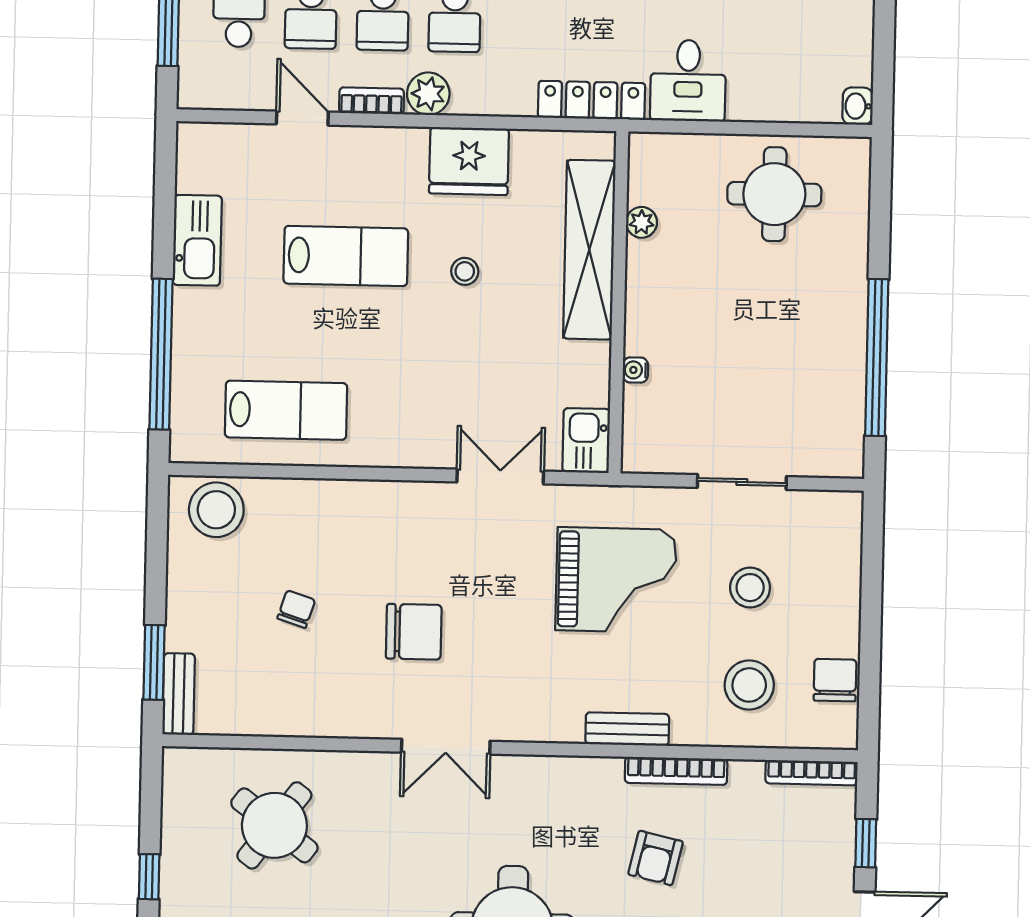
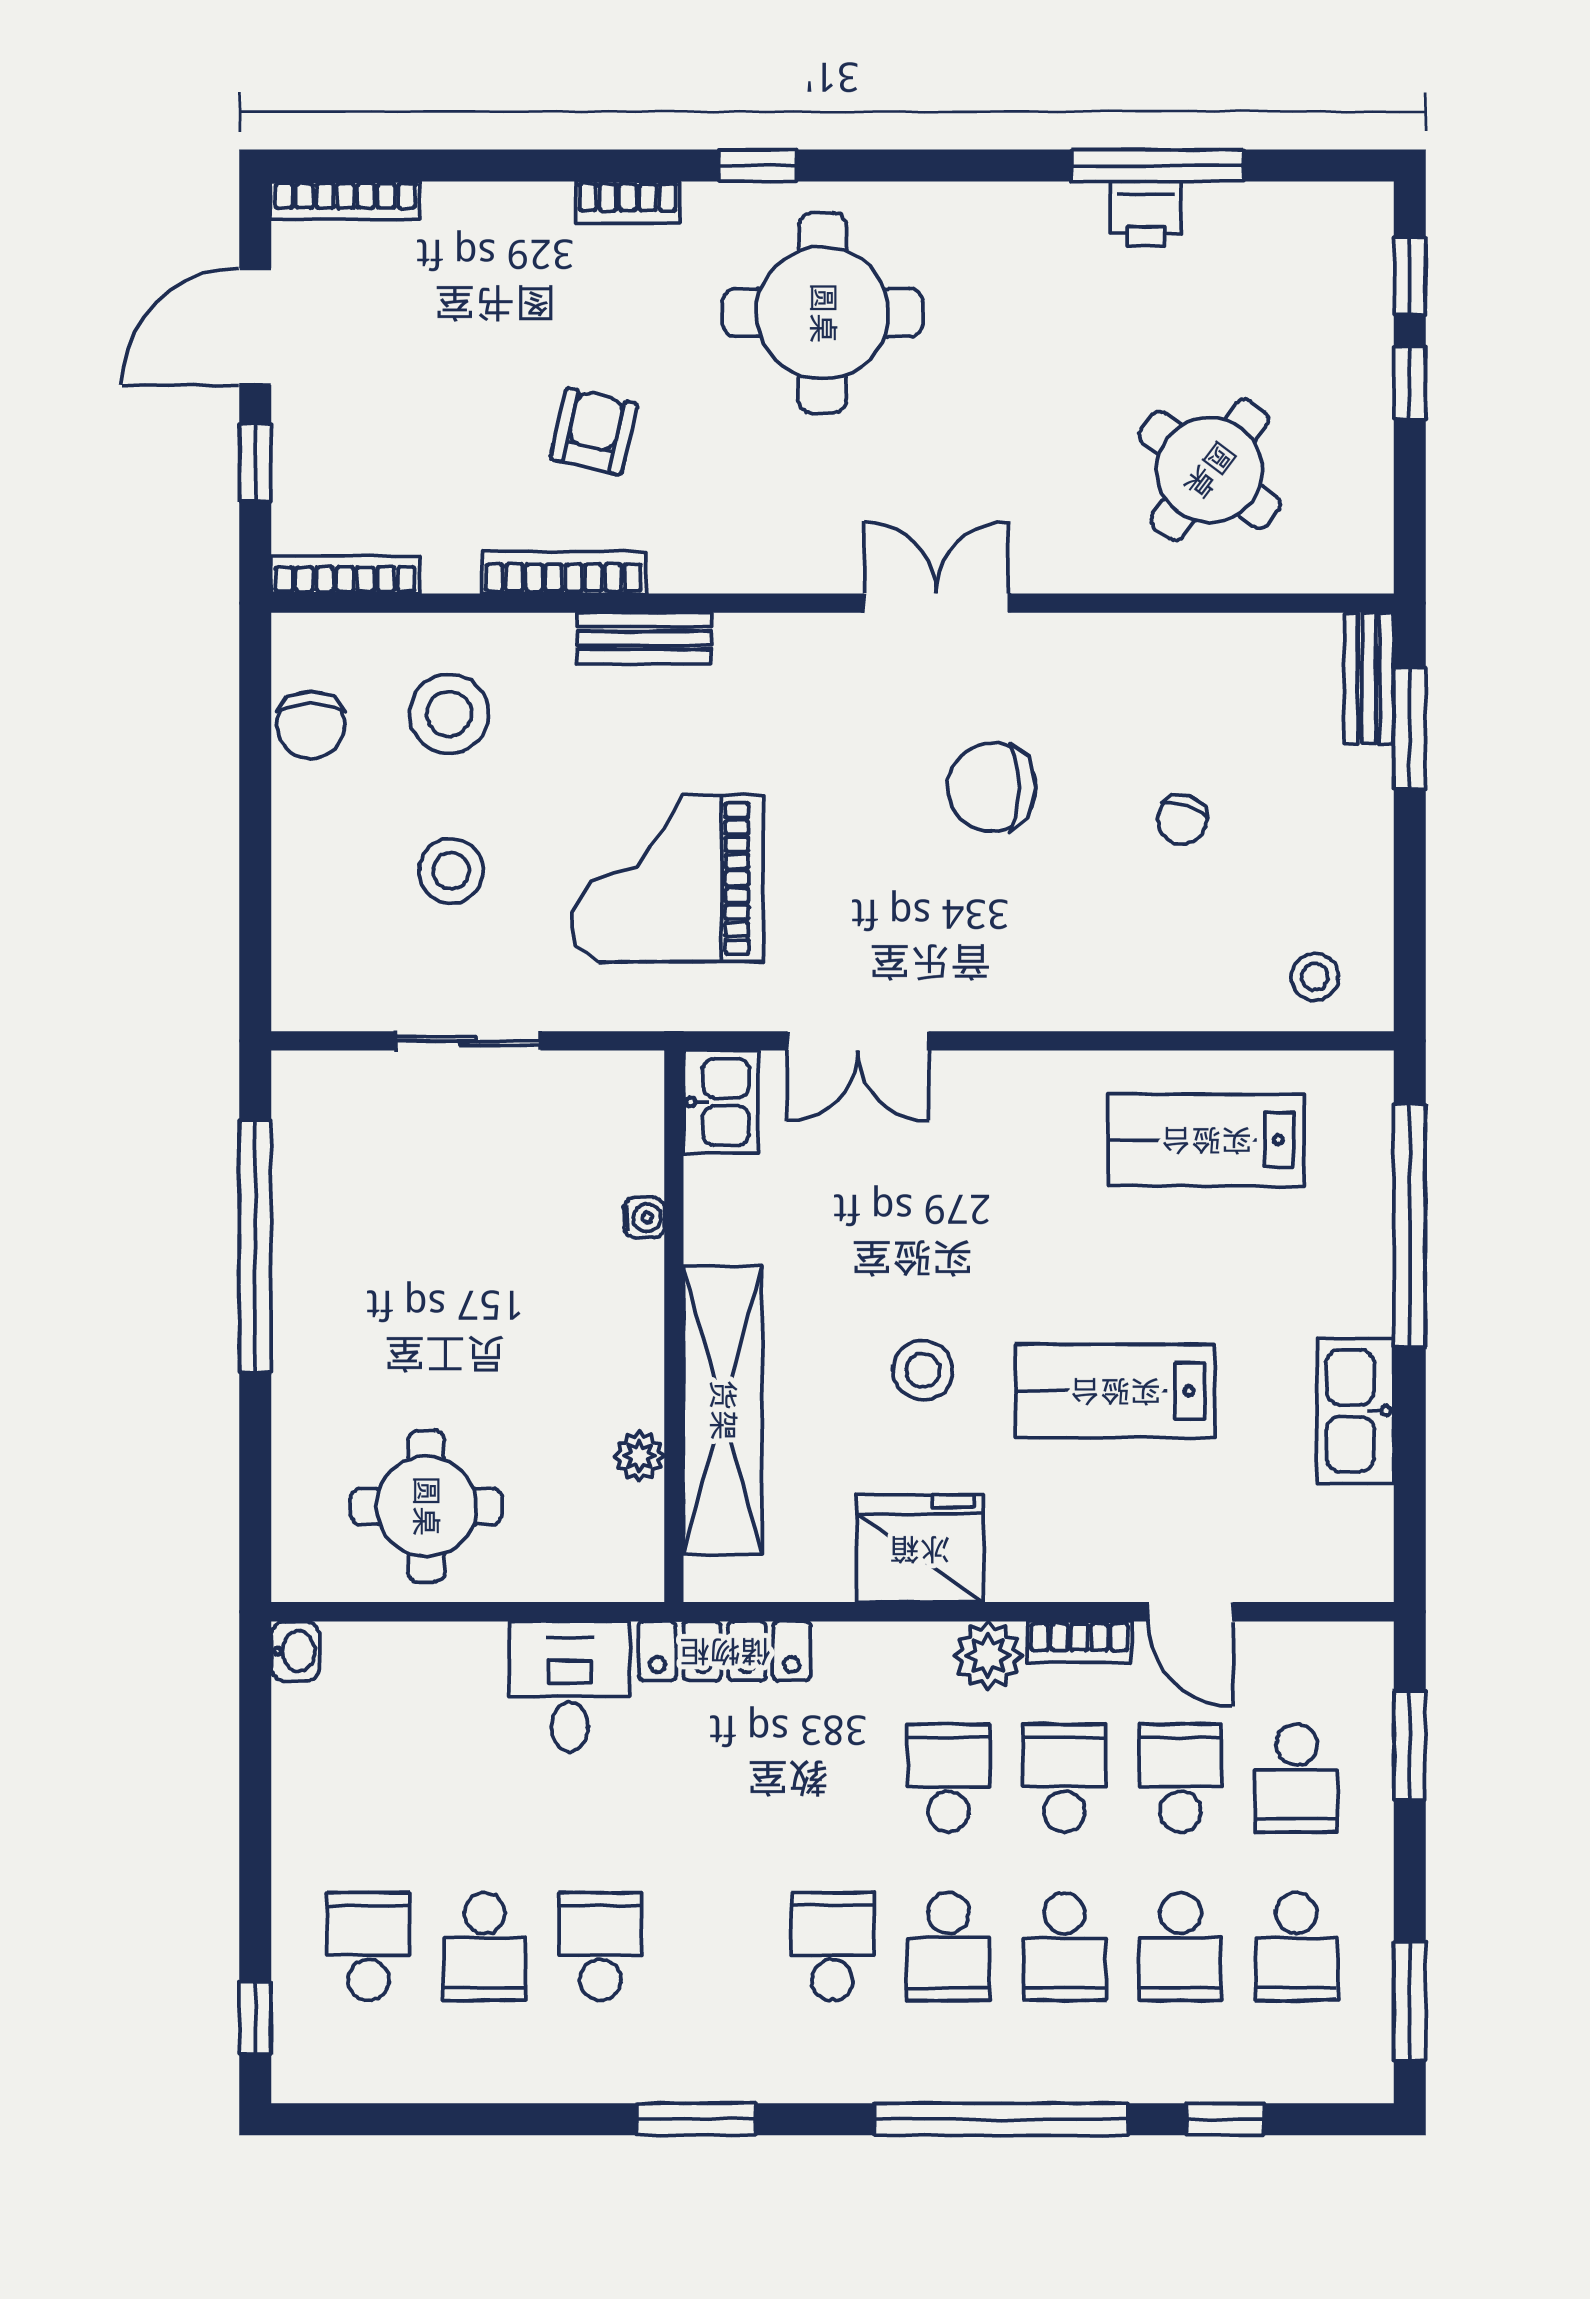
stool: (465, 271) -> (923, 1370), width x1.37, depth x1.37
stool: (216, 510) -> (1315, 977), width x0.53, depth x0.53

